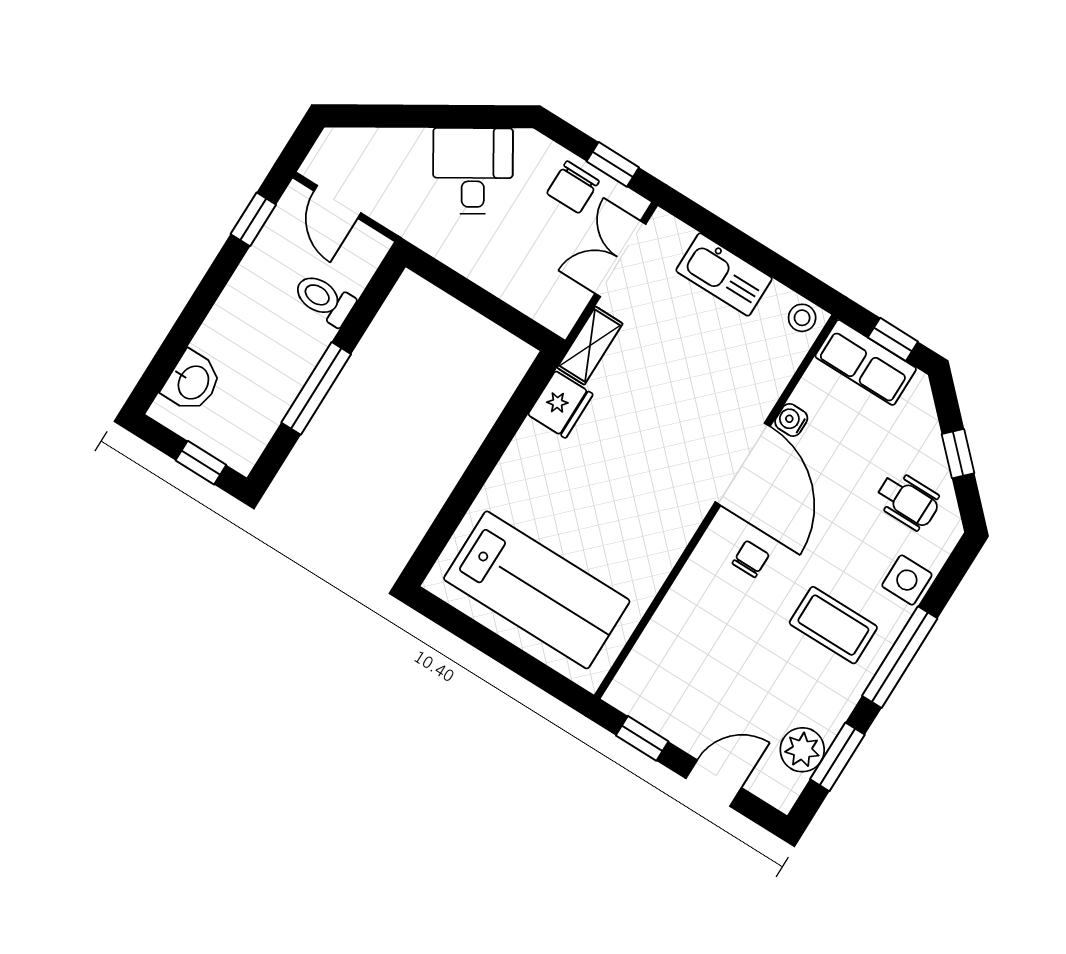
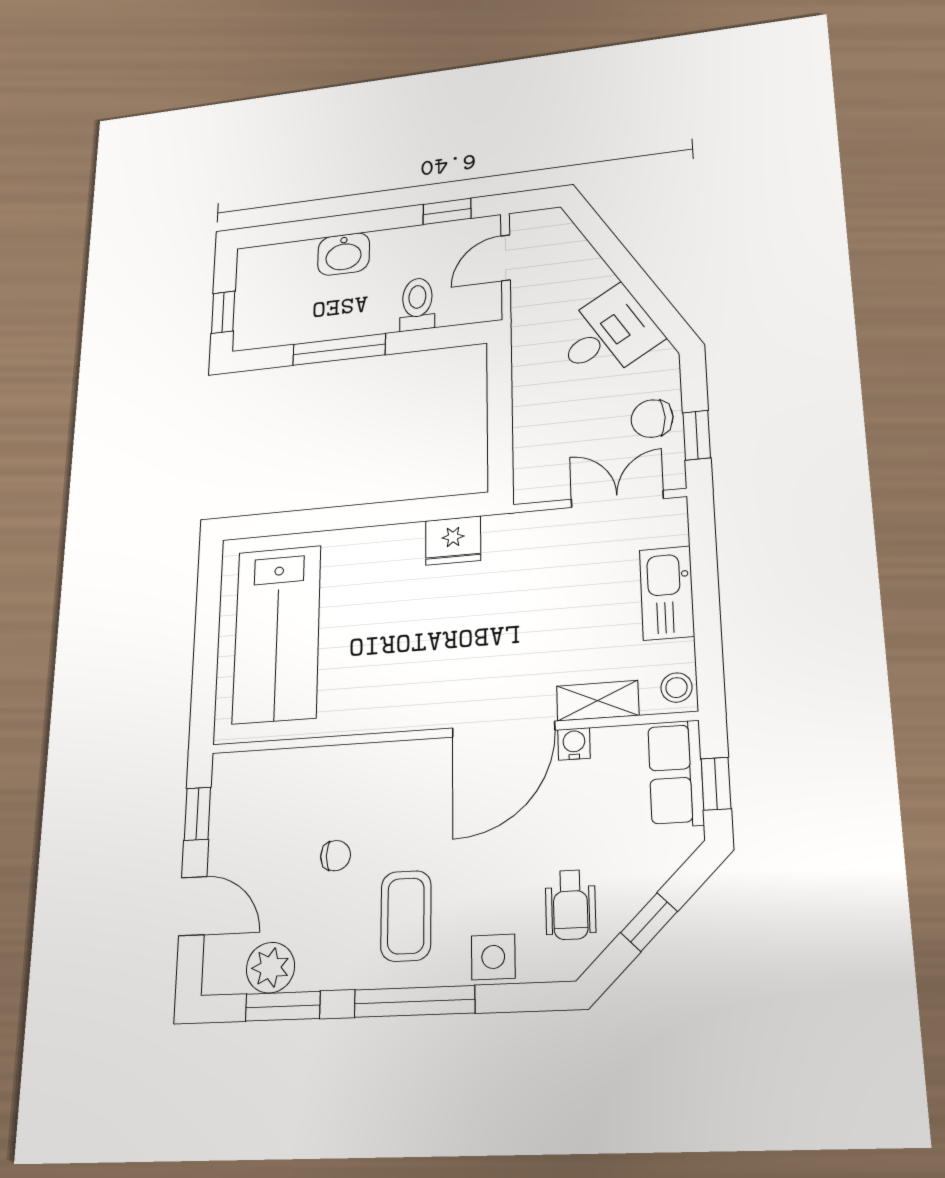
shelving: (590, 346) -> (598, 701), moved
washbasin: (192, 382) -> (344, 254), moved
chair: (751, 559) -> (336, 856), moved

